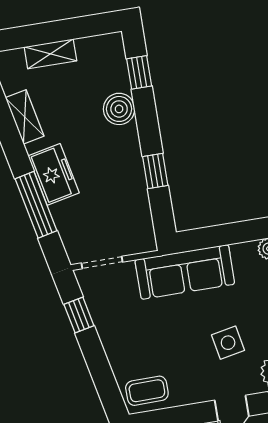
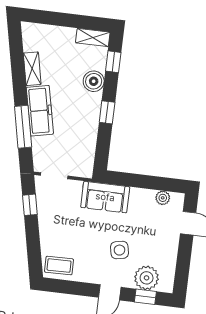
shelving: (50, 54) -> (93, 37), moved
window: (155, 171) -> (107, 112), moved
freezer: (54, 174) -> (40, 111), width x1.40
sofa: (185, 272) -> (105, 197), width x0.73

